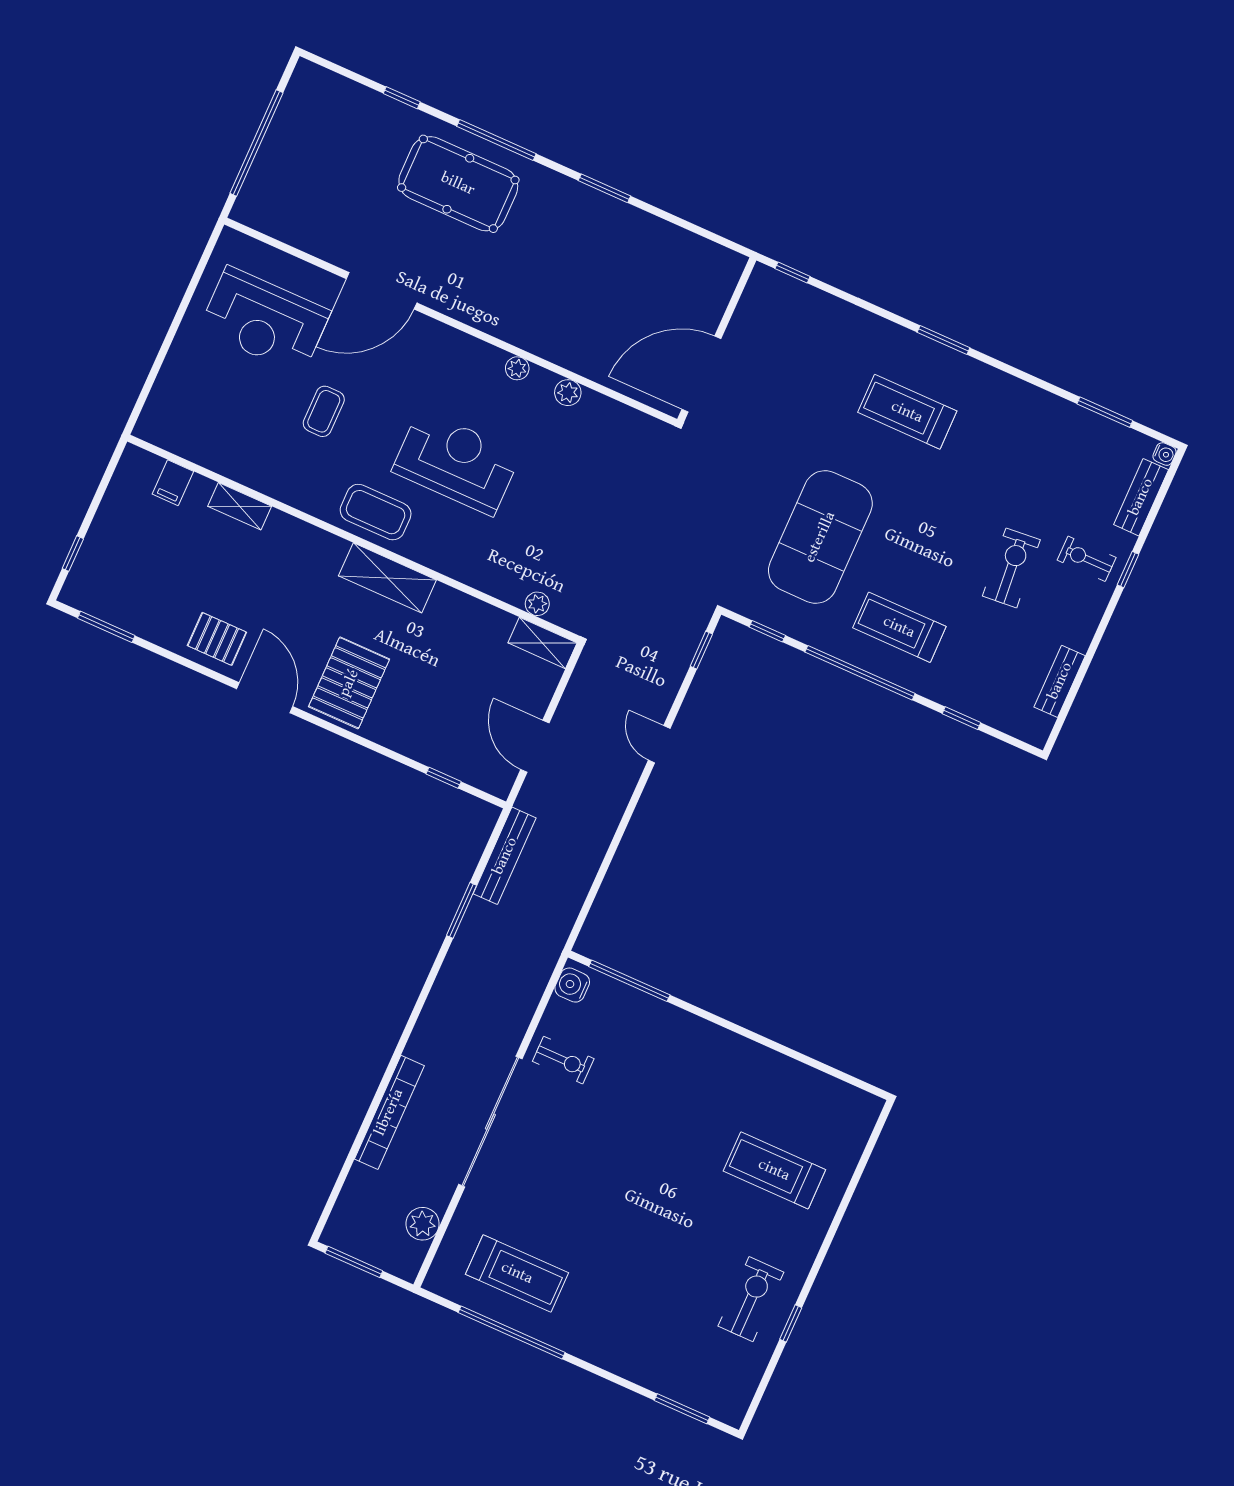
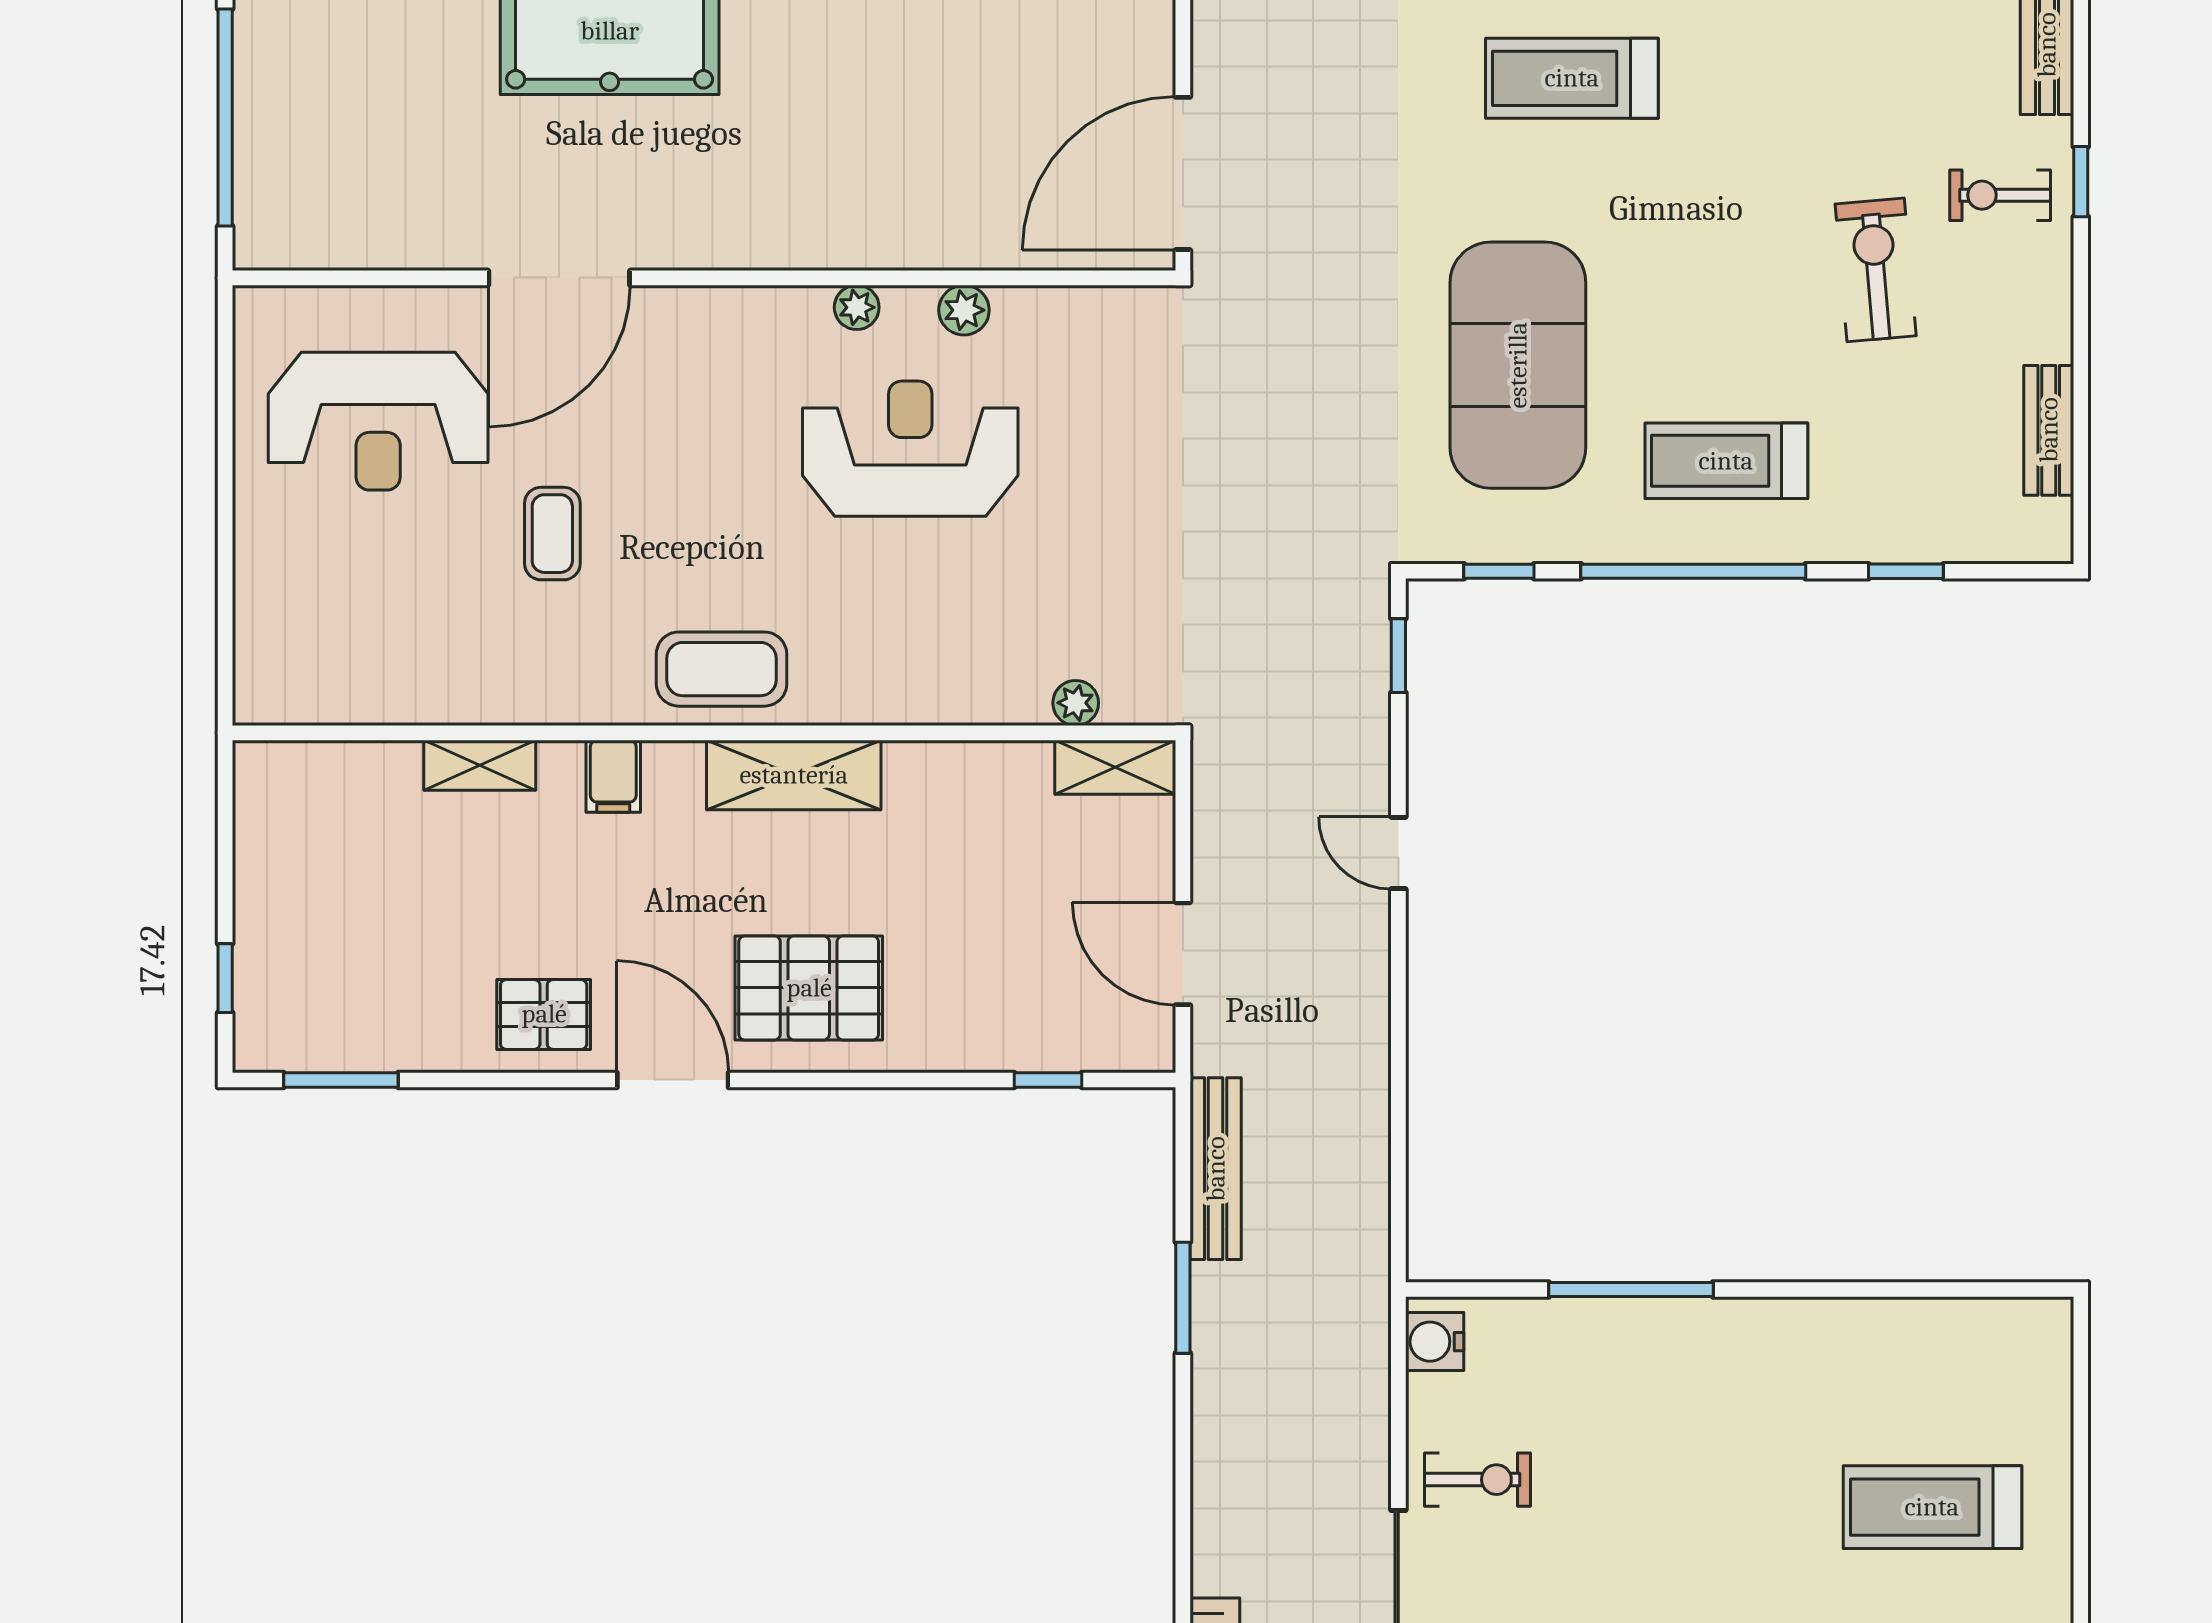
reception desk: (457, 462) -> (910, 449), moved
filing cabinet: (173, 483) -> (613, 776), moved
pallet: (349, 683) -> (809, 988), turned 90
window: (629, 981) -> (1631, 1289), moved

